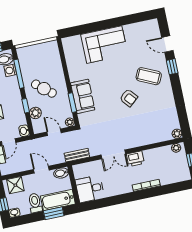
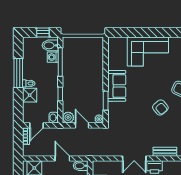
cafe table: (44, 89) -> (81, 81), removed
sofa: (83, 96) -> (117, 86), moved
plant: (35, 113) -> (68, 117), moved
bench: (77, 155) -> (165, 152), moved

